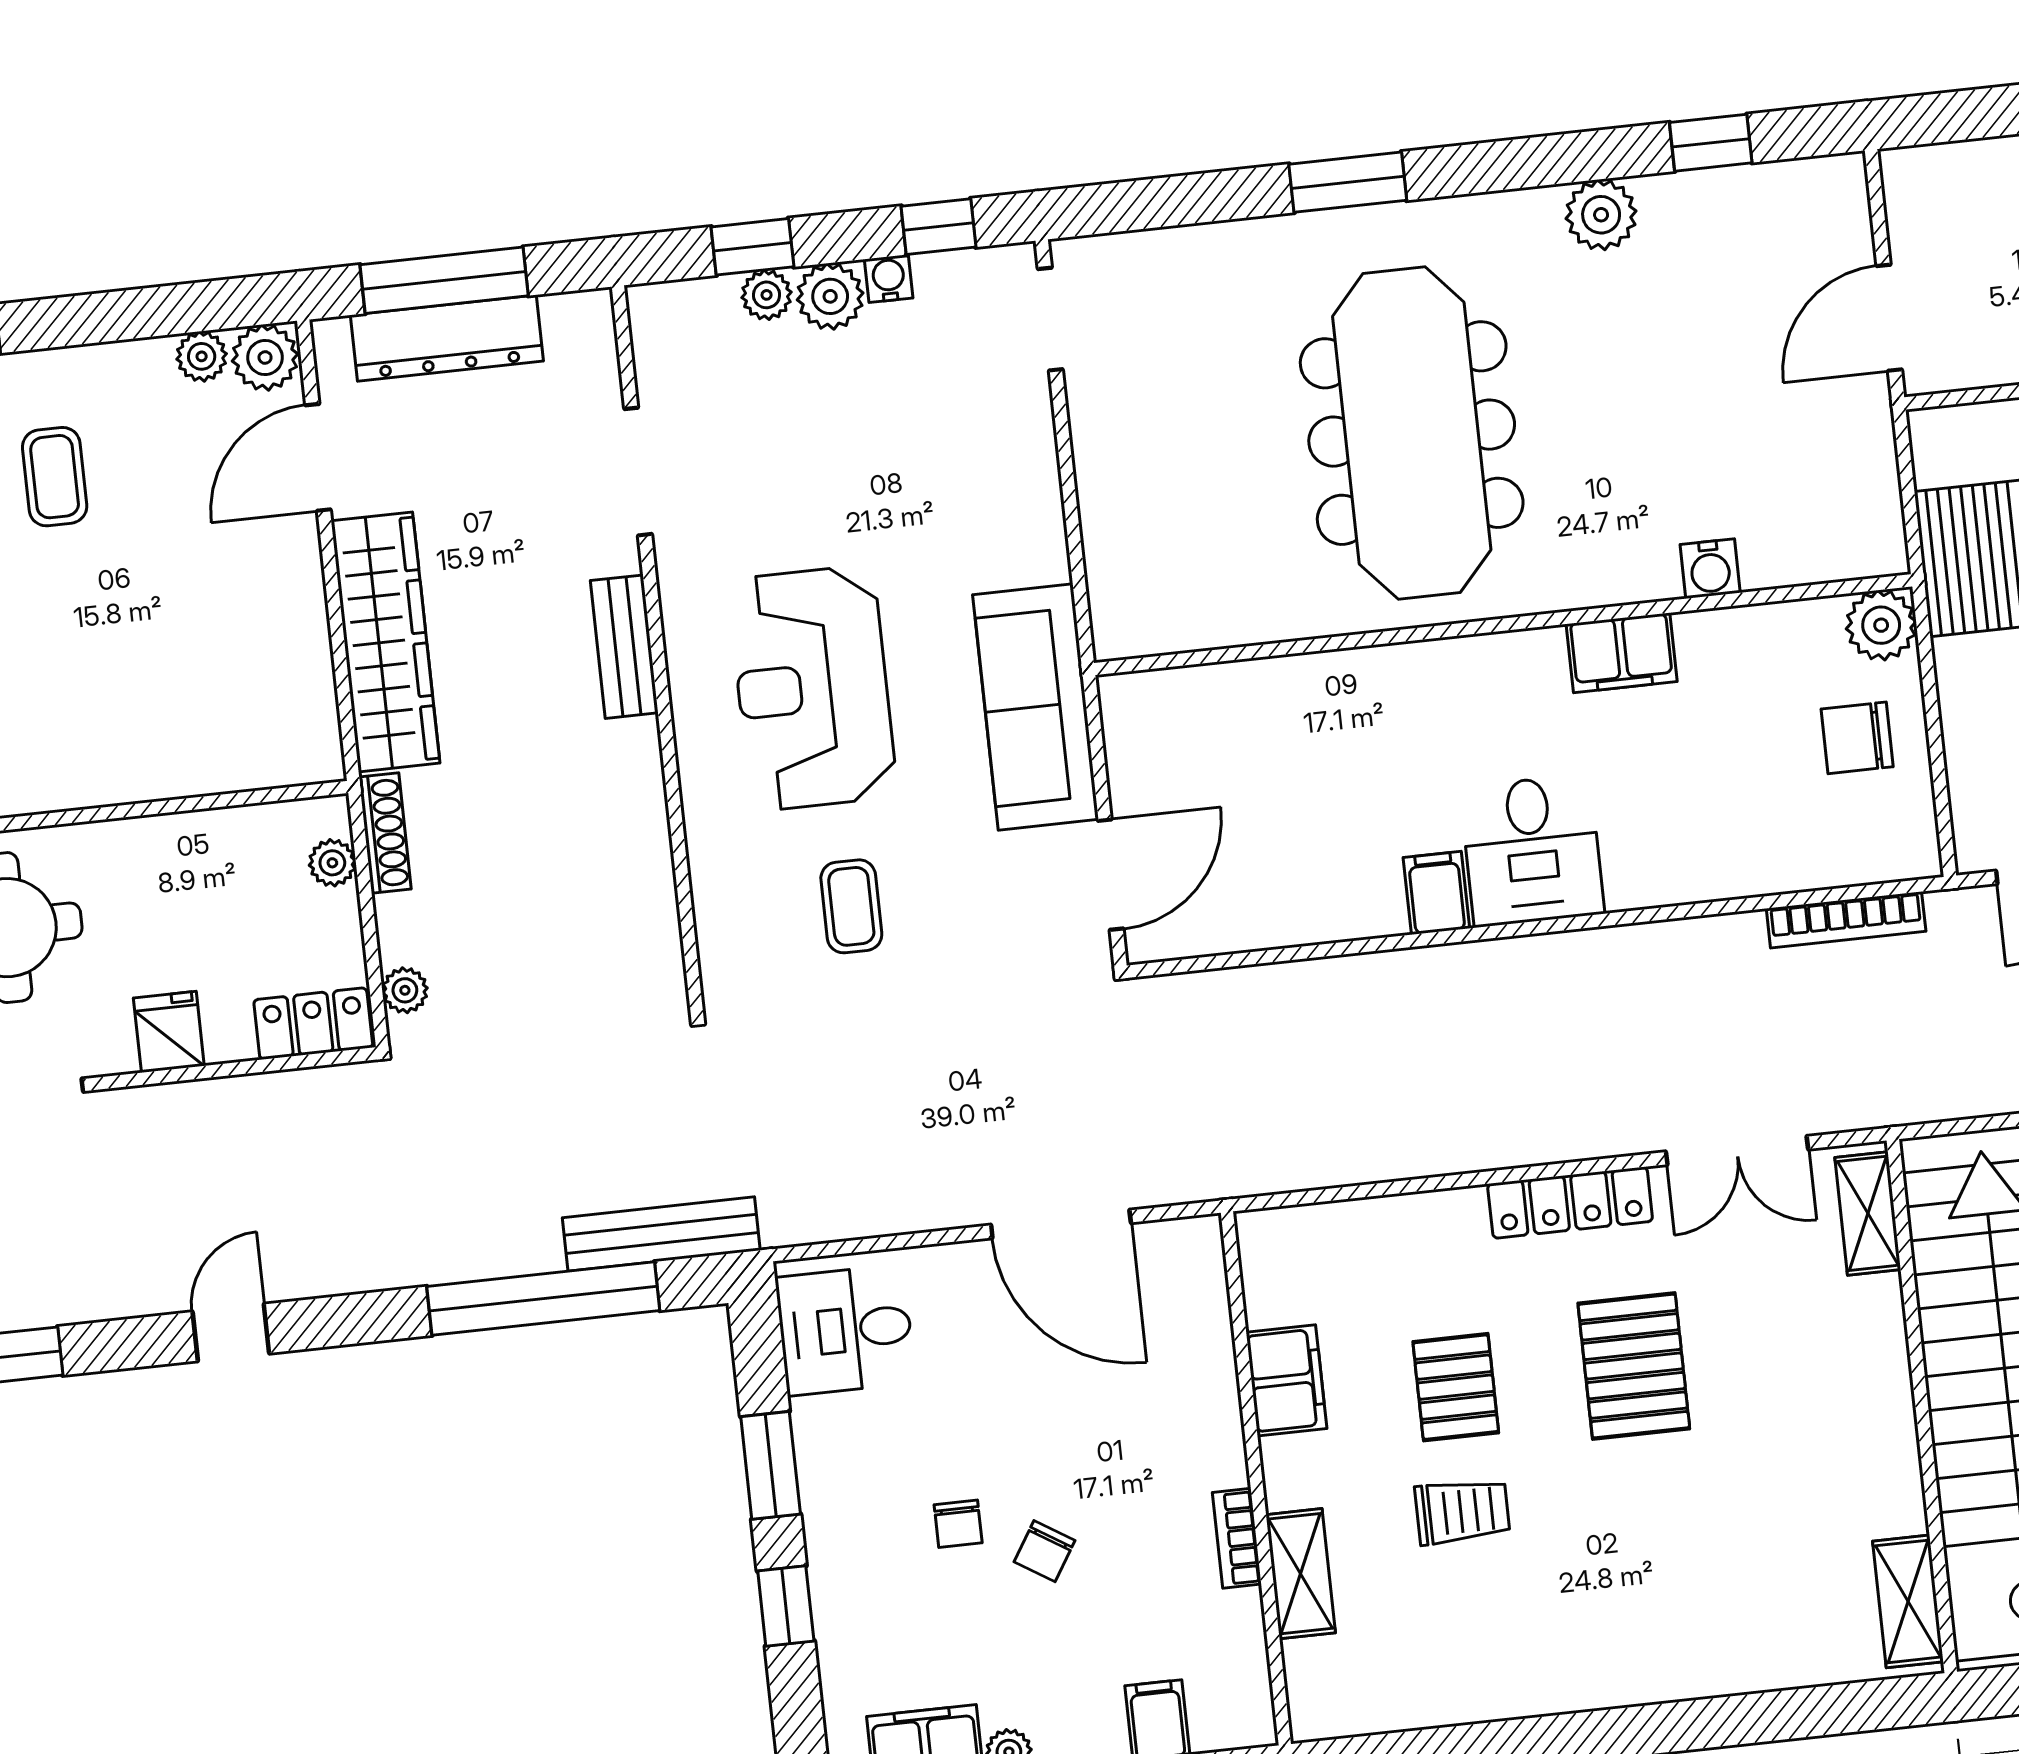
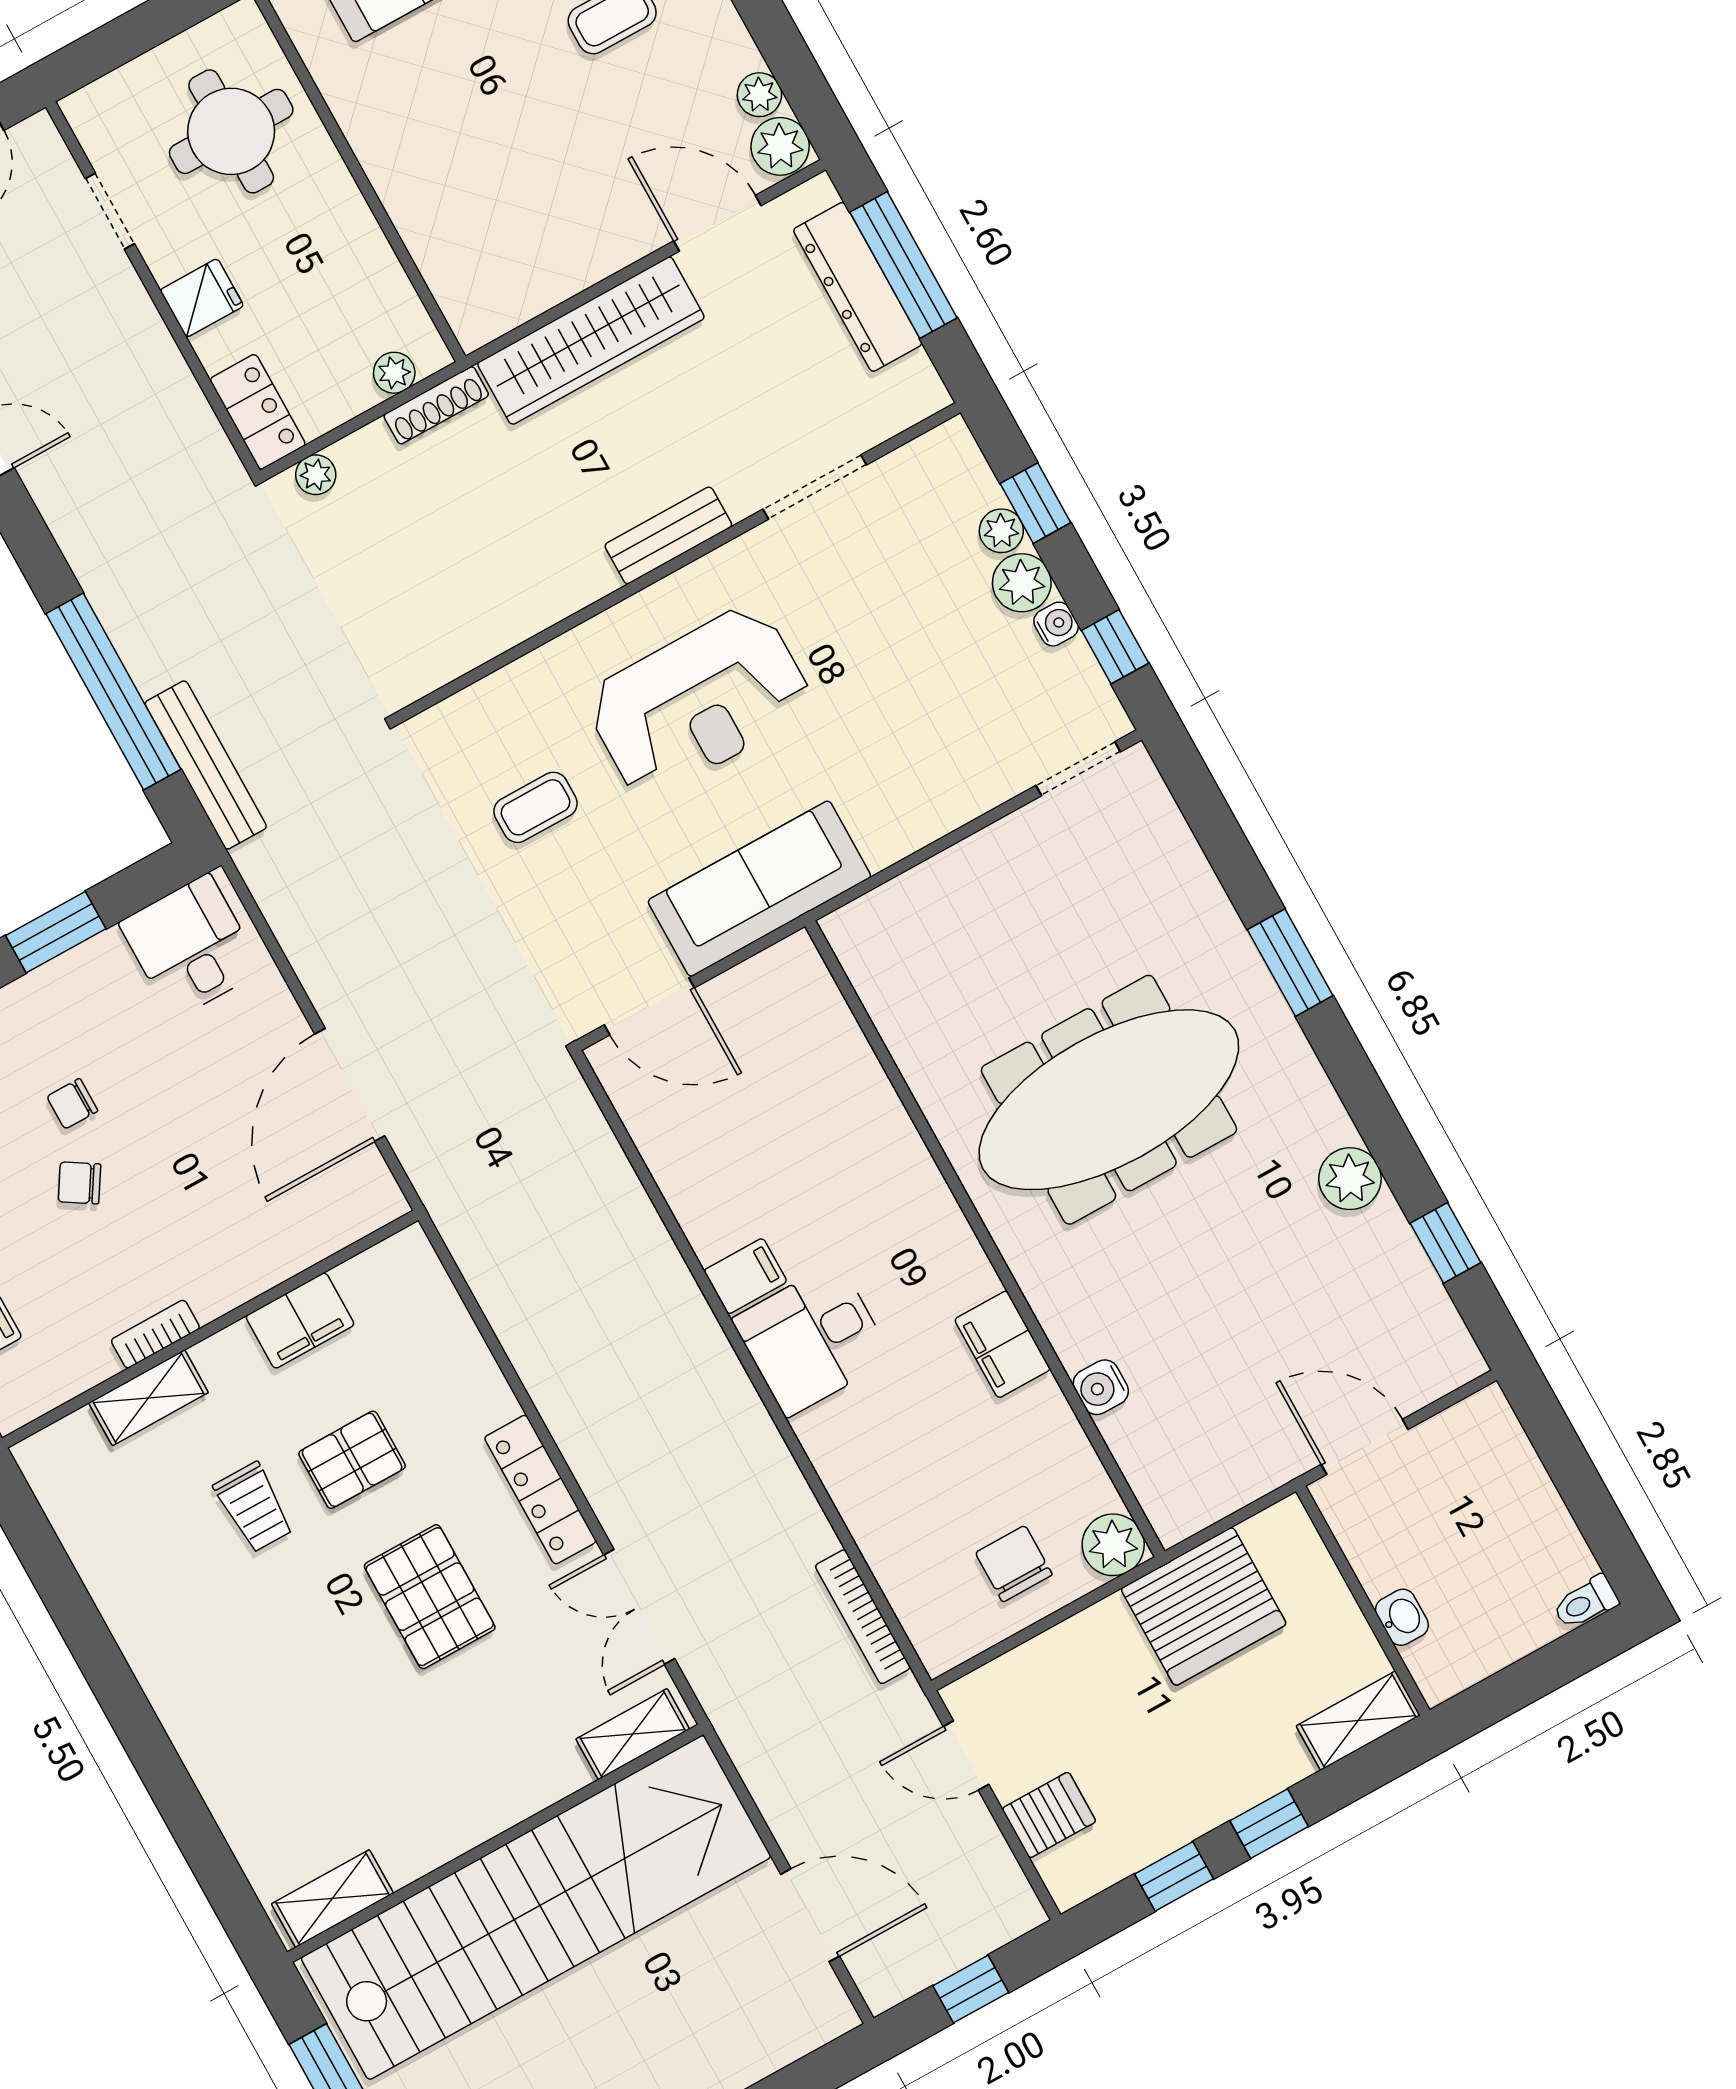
reception desk: (812, 688) -> (699, 702), turned 180
pallet: (1634, 1366) -> (430, 1597), turned 90

